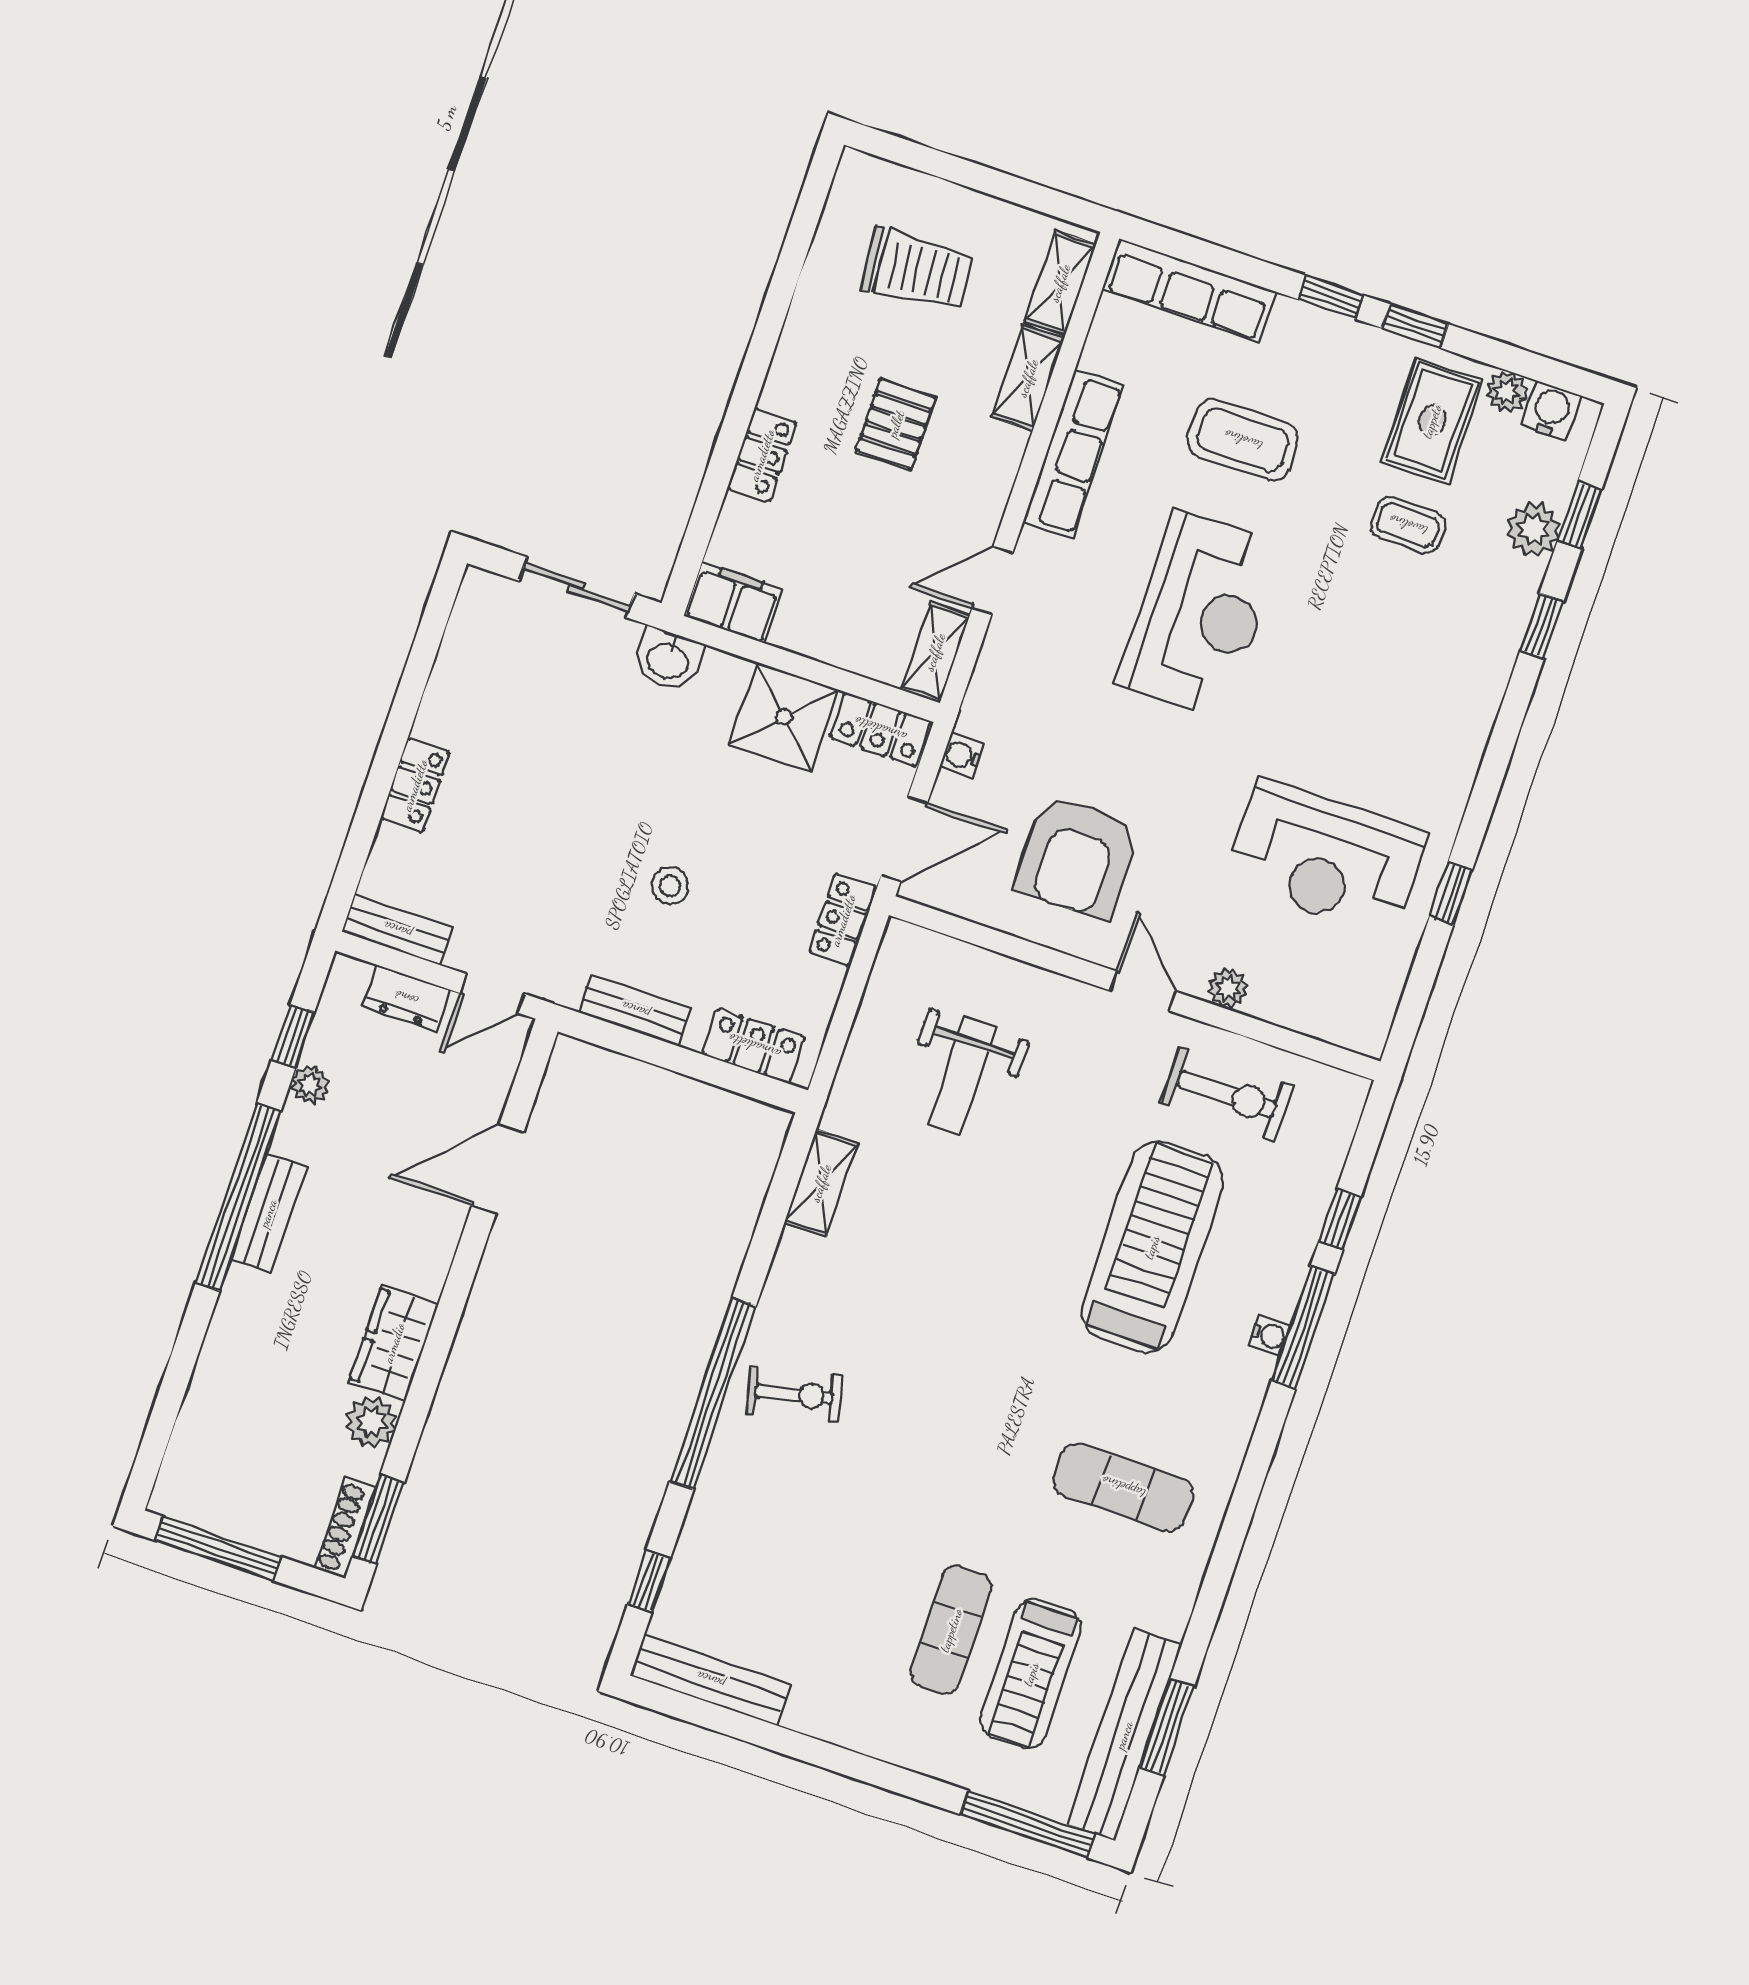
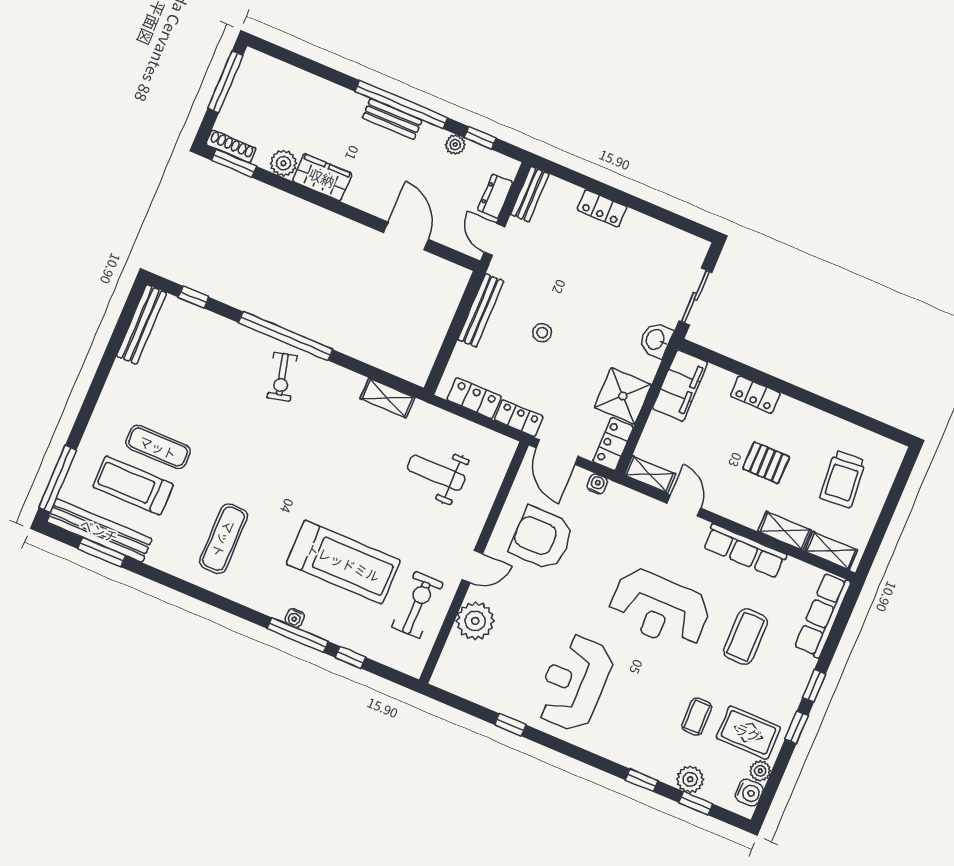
filing cabinet: (733, 603) -> (680, 385), width x1.50, depth x1.17
reception desk: (1326, 858) -> (574, 683), moved
plant: (1228, 988) -> (475, 621), width x1.88, depth x1.88
bench: (635, 1010) -> (481, 310), width x1.36
locker: (754, 1046) -> (474, 398), moved, turned -90
exercise bike: (1227, 1094) -> (417, 605), turned 180

